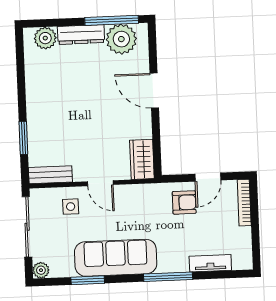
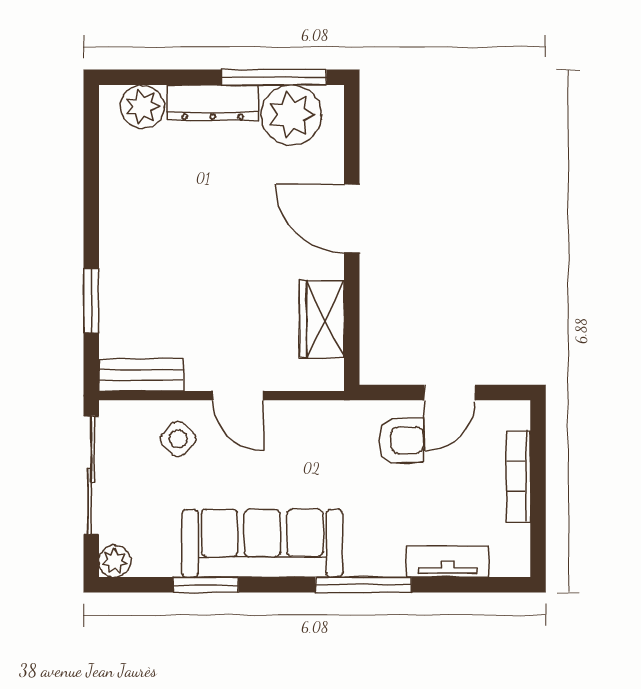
wardrobe: (142, 159) -> (322, 319), moved
bookcase: (244, 203) -> (519, 476), moved
side table: (71, 207) -> (178, 439), turned 45

